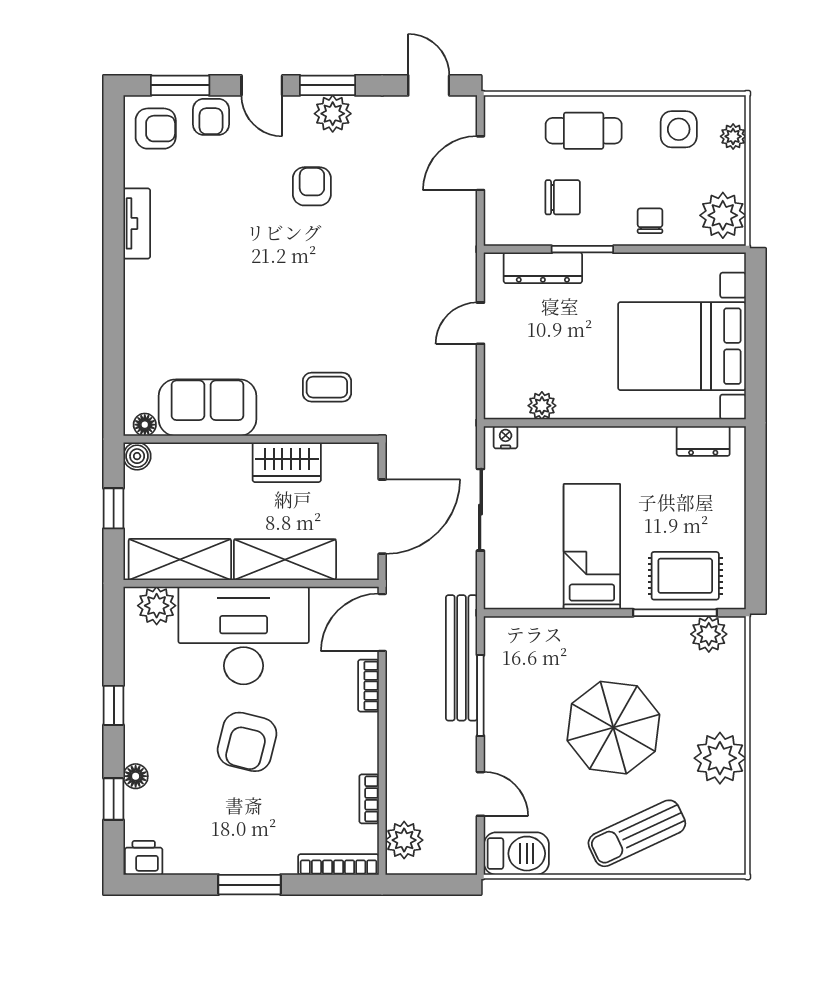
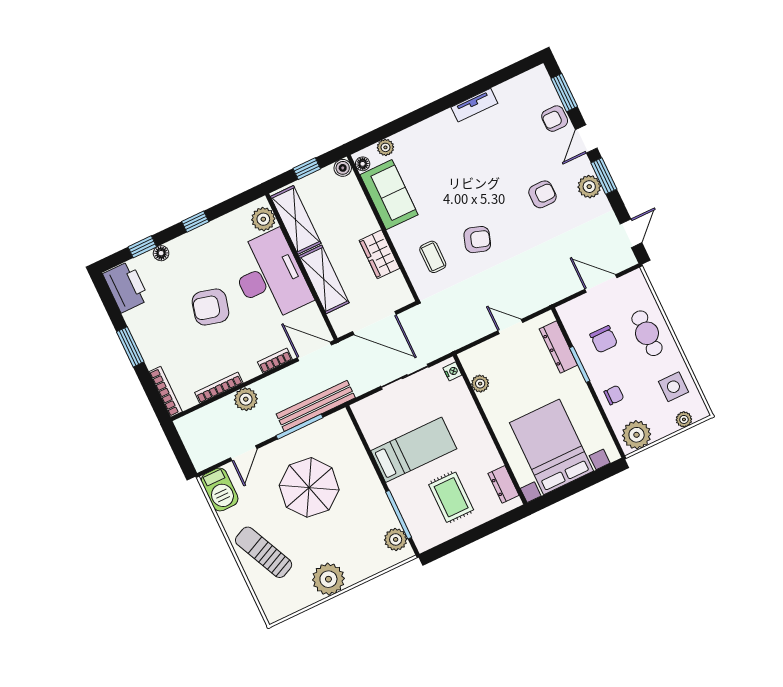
armchair: (156, 129) -> (477, 240), moved, turned -72
plant: (137, 380) -> (385, 147), added
rug: (685, 576) -> (451, 497), moved
parasol: (613, 728) -> (309, 487), moved
bookcase: (369, 799) -> (219, 388), width x1.56
plant: (404, 840) -> (246, 399), moved
printer: (144, 858) -> (126, 287), width x1.87, depth x1.48

